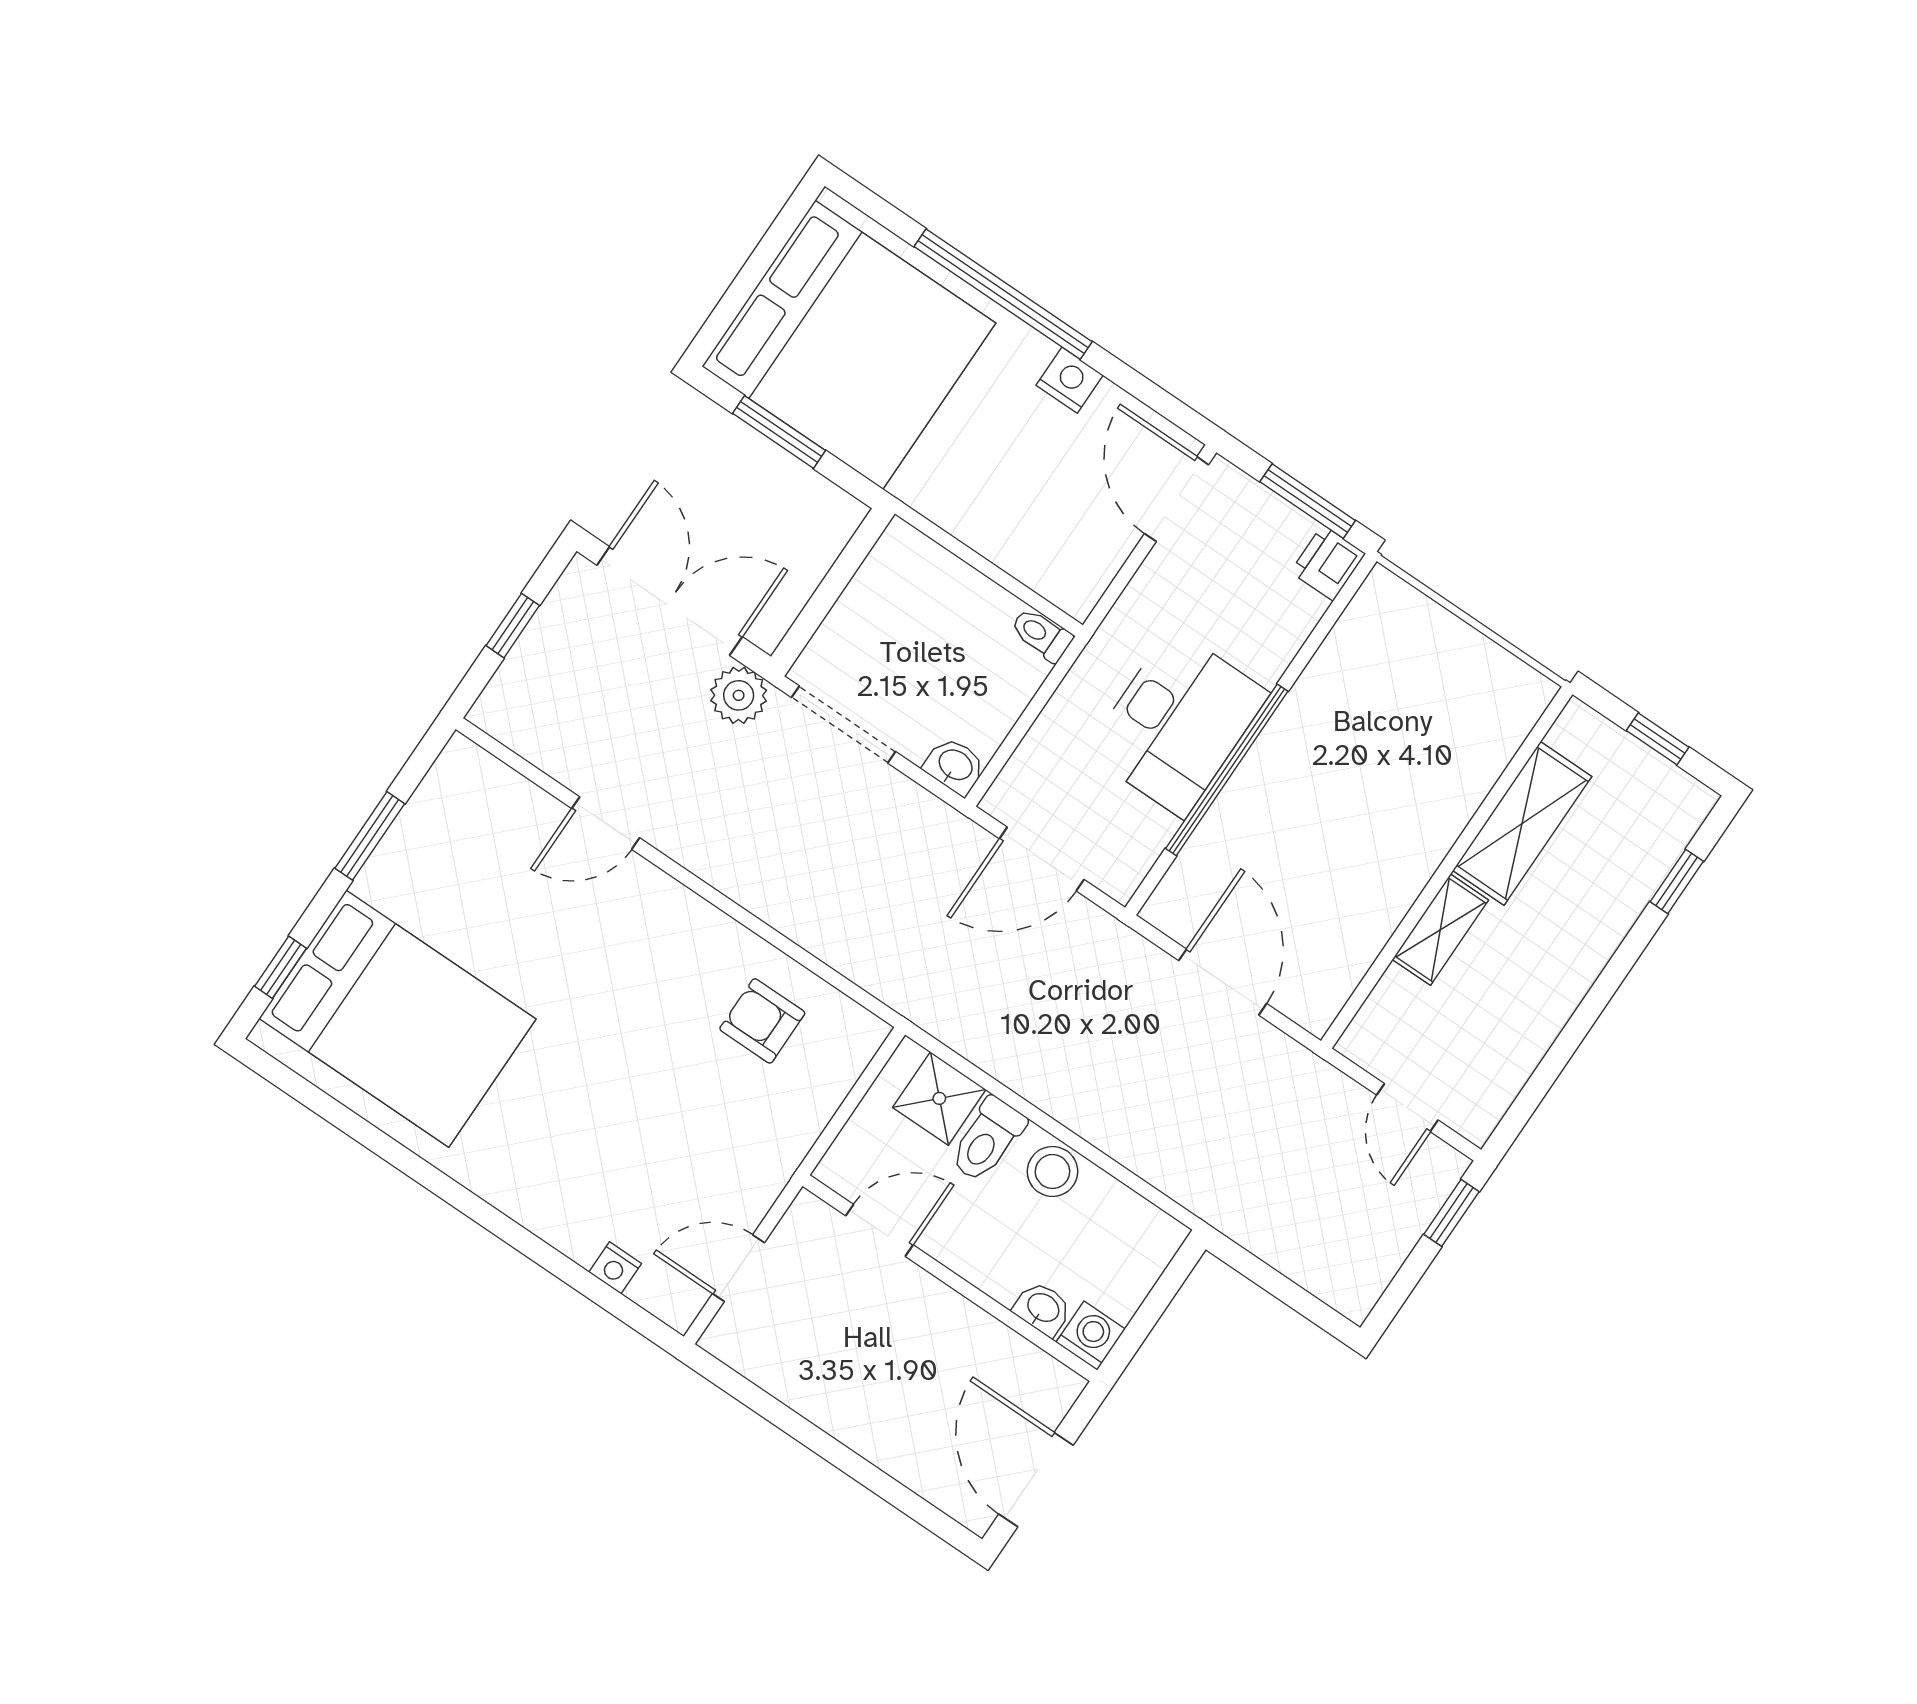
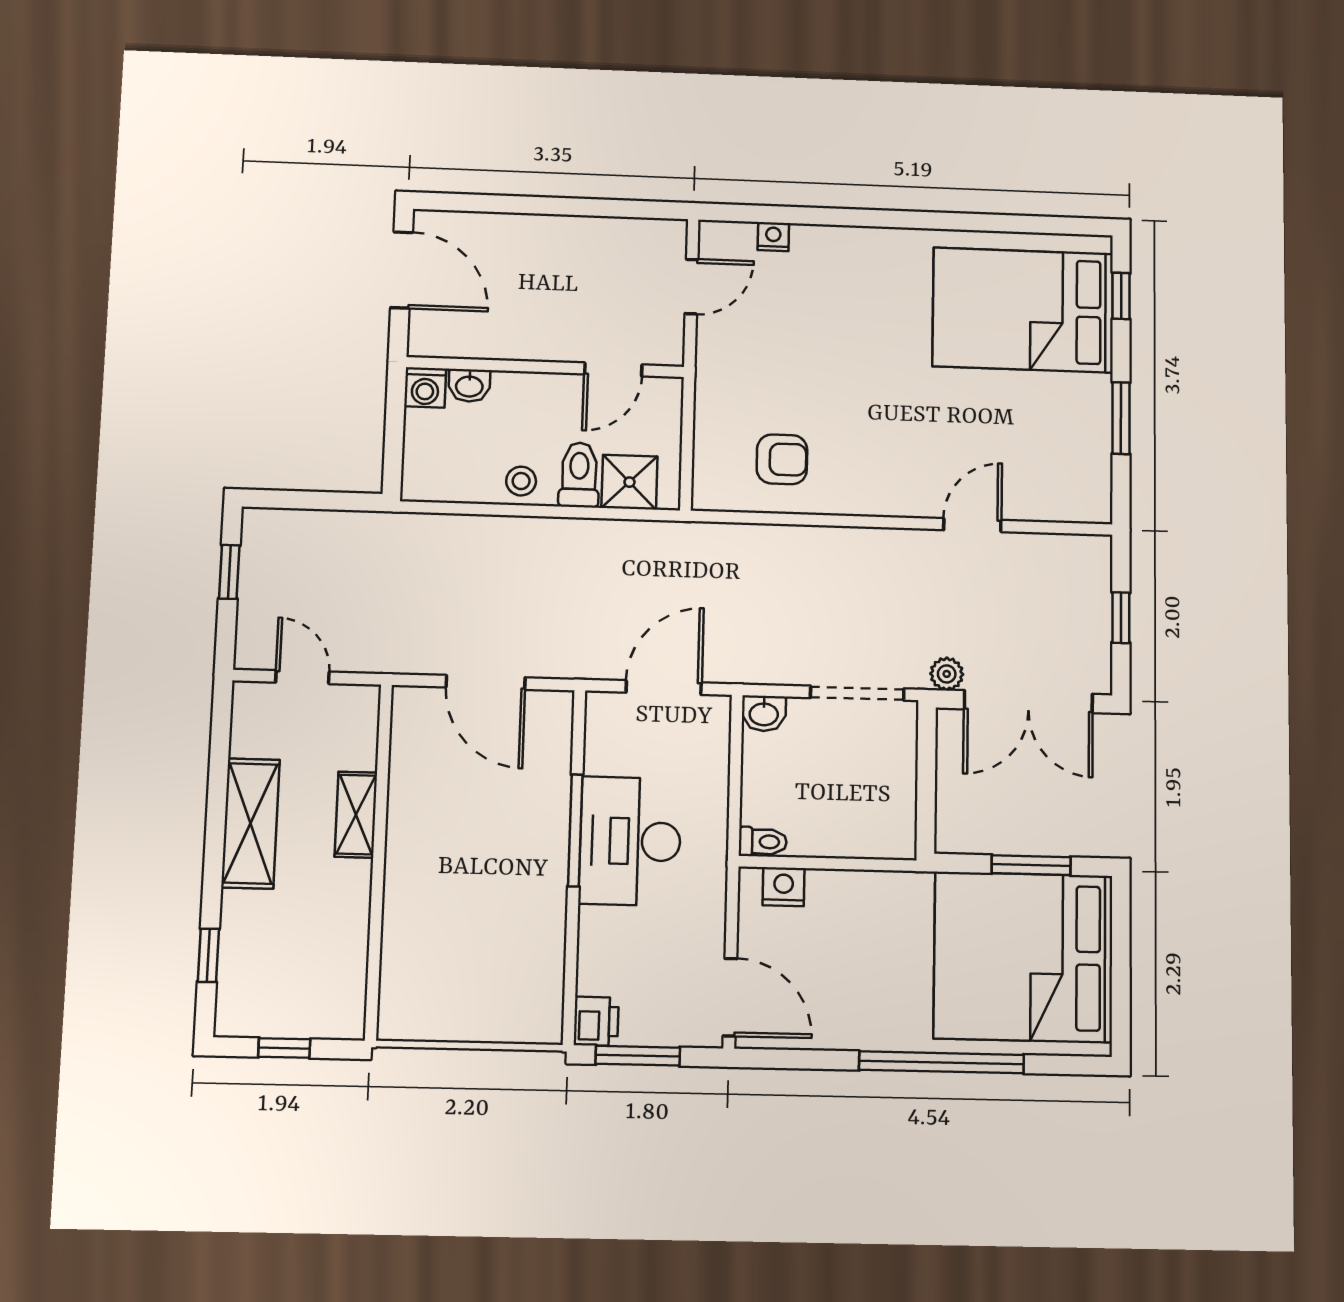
nightstand: (1070, 380) -> (784, 887), moved, turned 180
plant: (739, 695) -> (947, 674), width x0.73, depth x0.73
window: (1227, 770) -> (575, 830), width x0.68
shelving: (1522, 823) -> (250, 823), moved
stool: (1052, 1171) -> (521, 481), width x0.73, depth x0.73
window: (1451, 1213) -> (229, 572), moved

